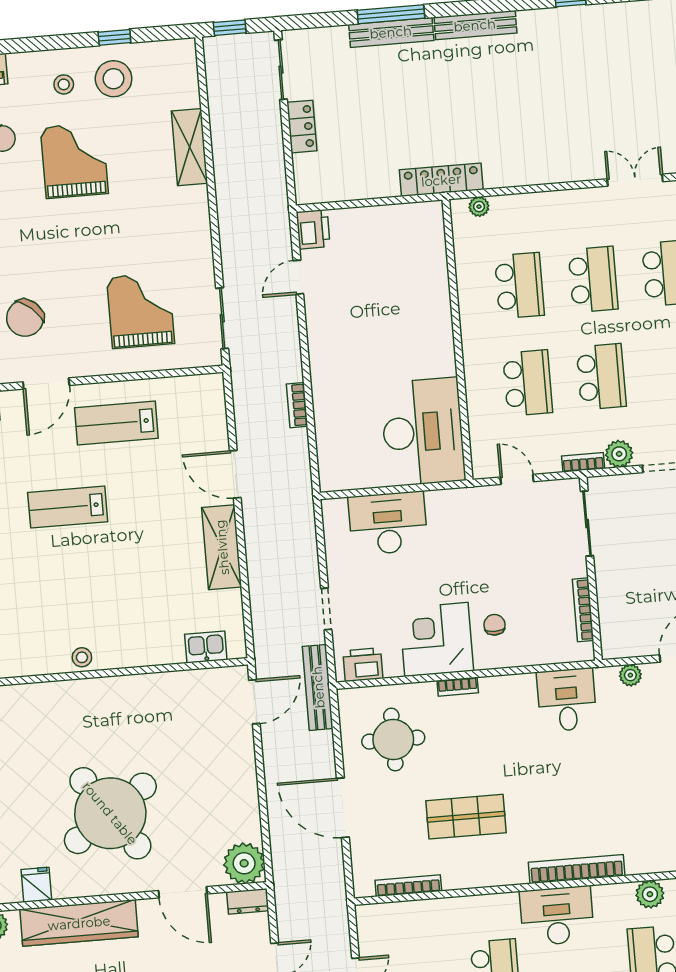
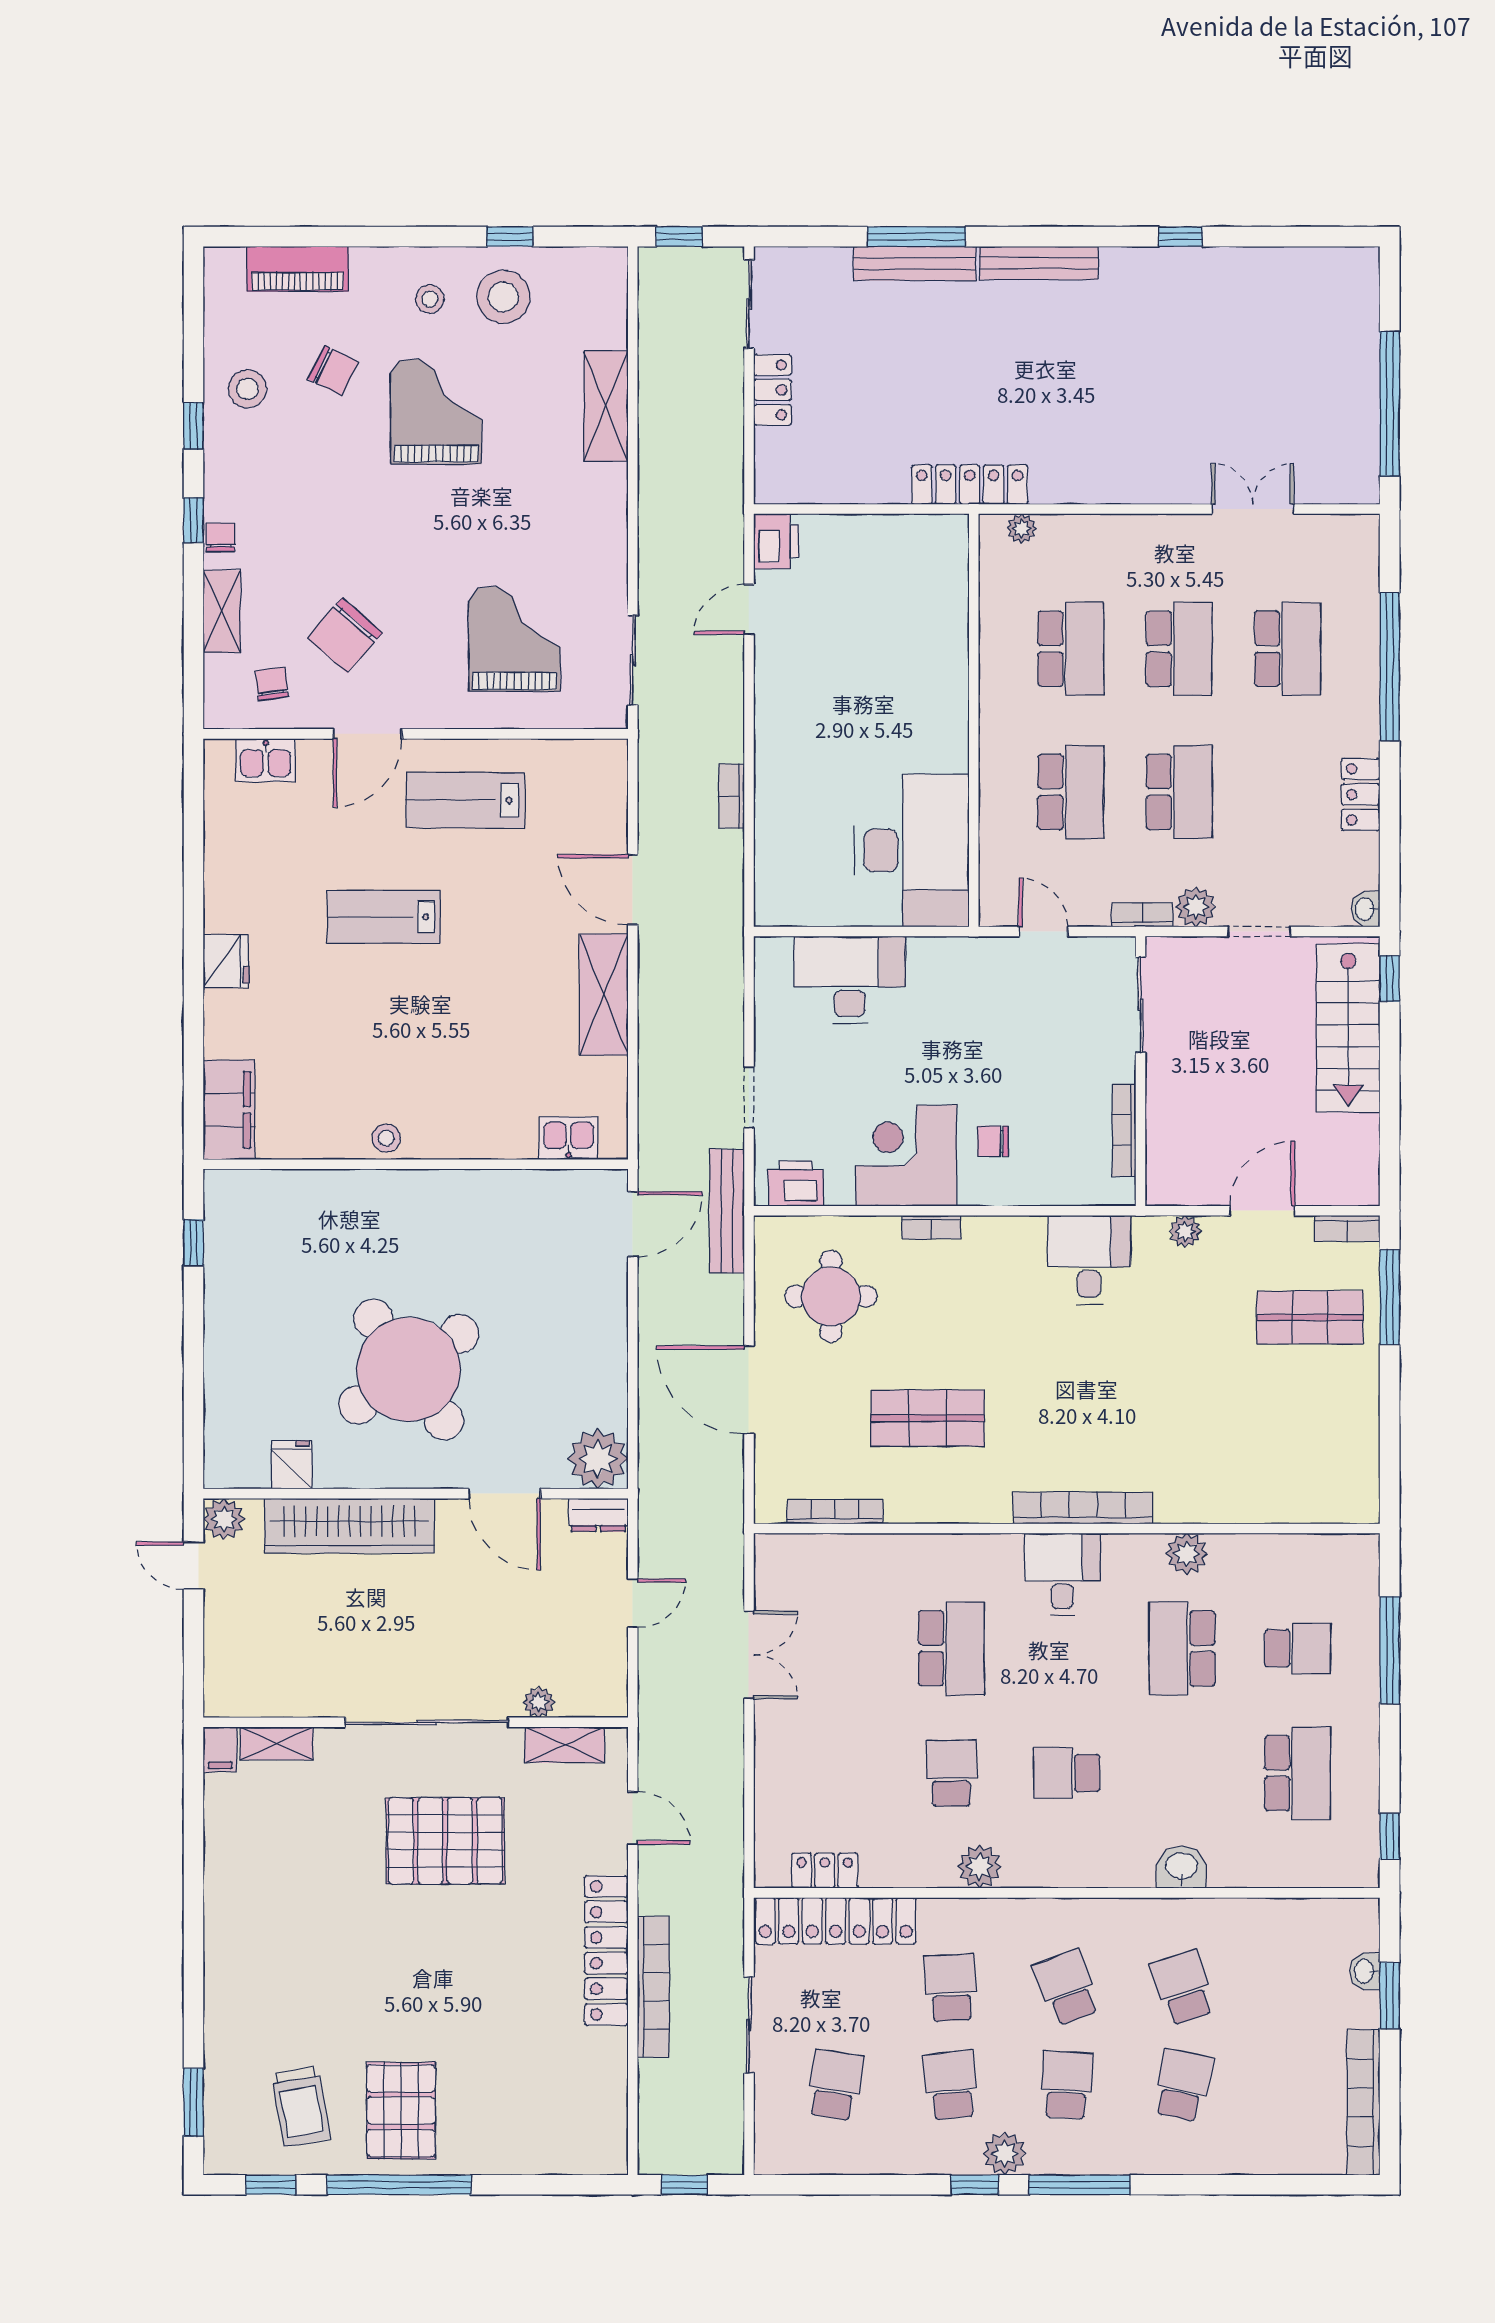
chair: (494, 625) -> (993, 1141), turned -90
desk: (557, 916) -> (1062, 1574), width x0.73

